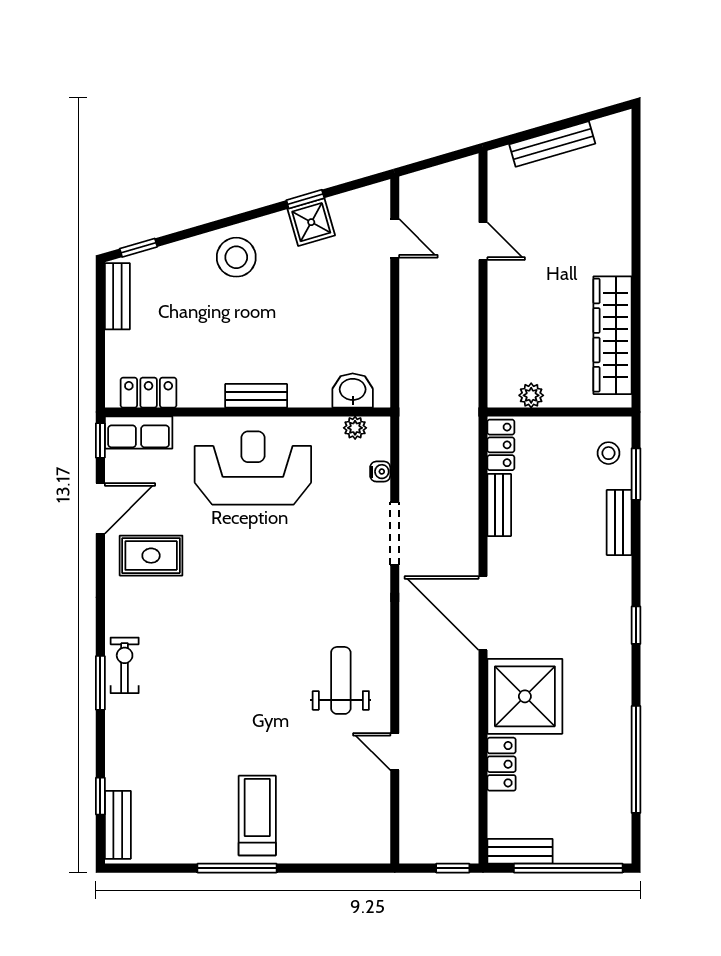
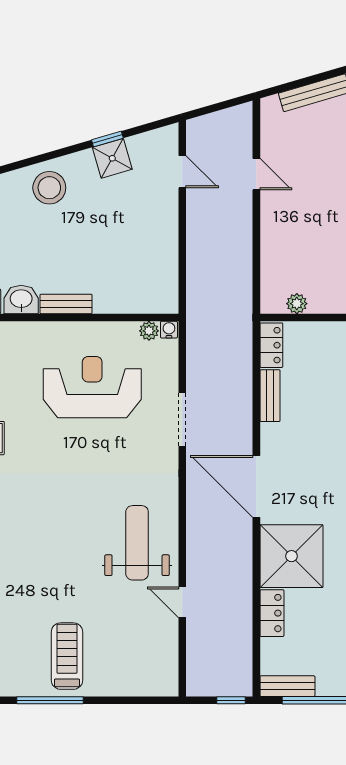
washbasin: (353, 390) -> (21, 299), moved
reception desk: (253, 468) -> (92, 387), moved
water cooler: (380, 472) -> (169, 330), moved, turned -90
weight bench: (341, 680) -> (137, 543), width x1.36, depth x1.33

